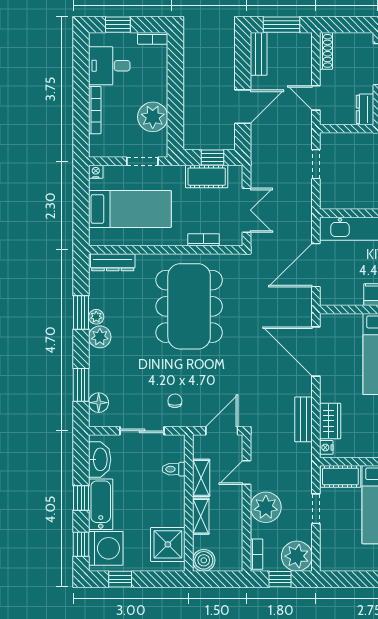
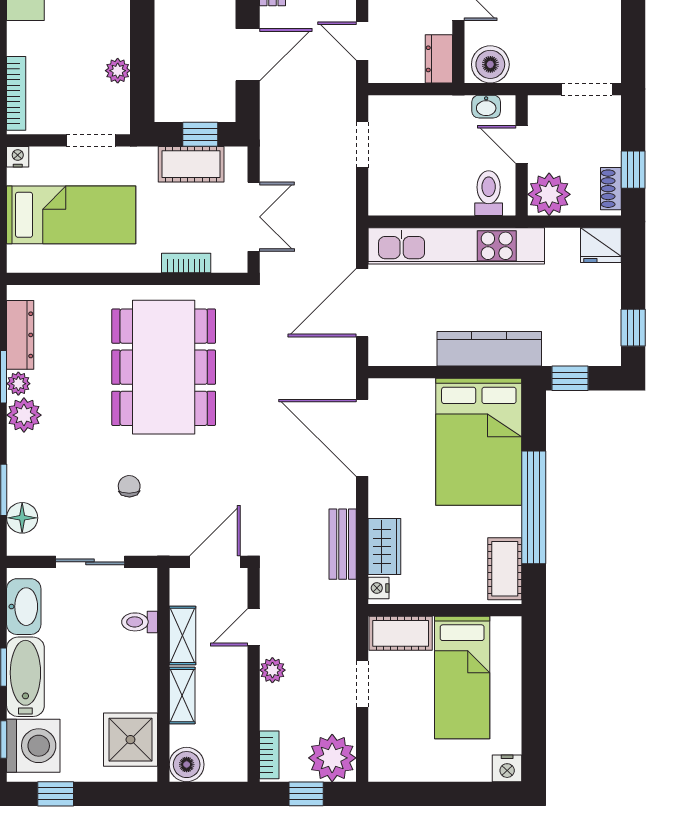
bookcase: (95, 110) -> (16, 93), moved
plant: (153, 117) -> (118, 71), width x0.53, depth x0.53
dresser: (113, 262) -> (20, 335), moved, turned -90
chair: (175, 401) -> (129, 486), moved
plant: (266, 507) -> (272, 670), width x0.53, depth x0.53

